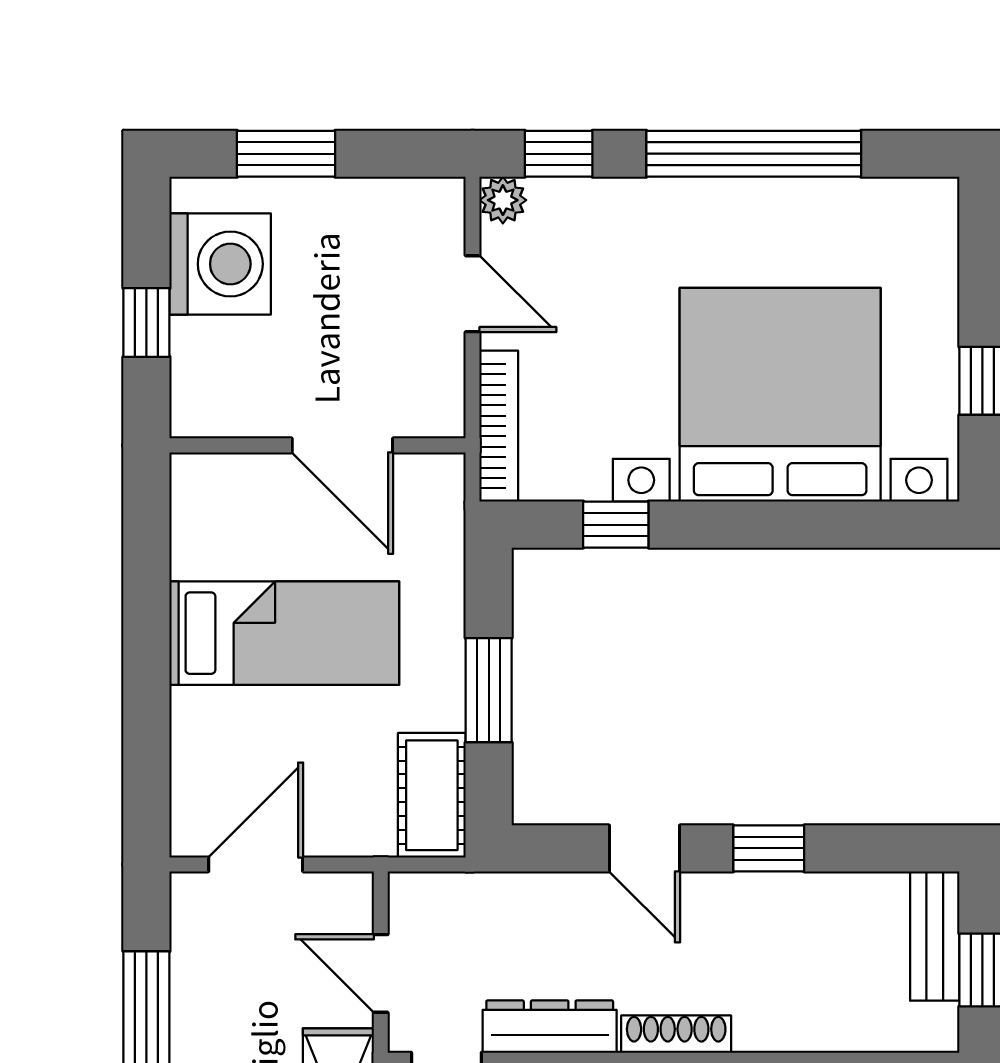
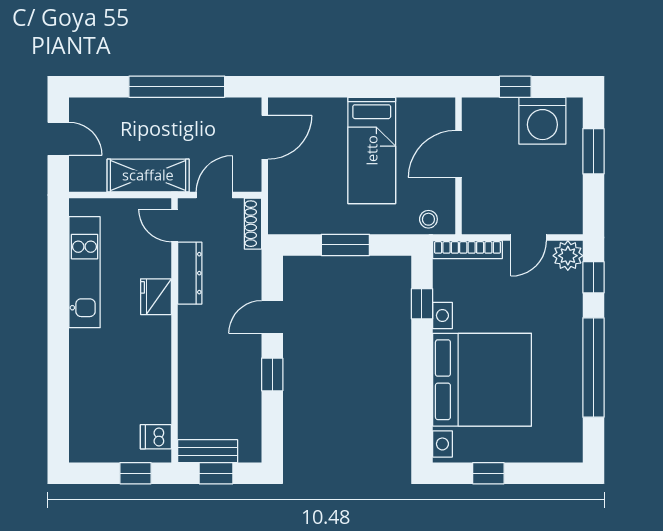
plant: (503, 200) -> (568, 256), width x1.38, depth x1.38
door: (342, 445) -> (459, 154), moved
stool: (433, 510) -> (428, 219), added
cot: (432, 795) -> (297, 219), removed
door: (256, 864) -> (265, 137), hinge flipped
bench: (935, 936) -> (208, 451), moved
shoe rack: (676, 1034) -> (253, 224), moved, turned 180

